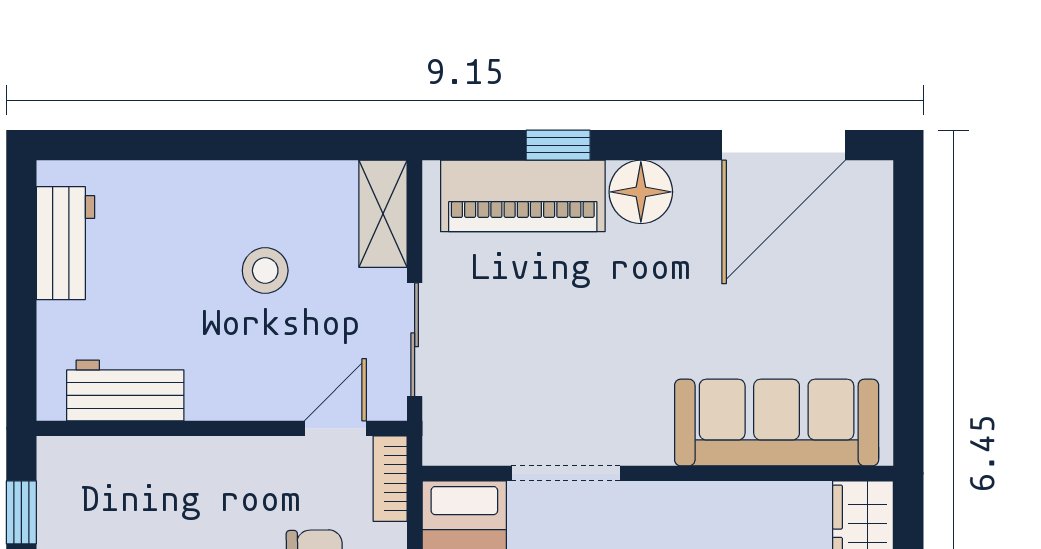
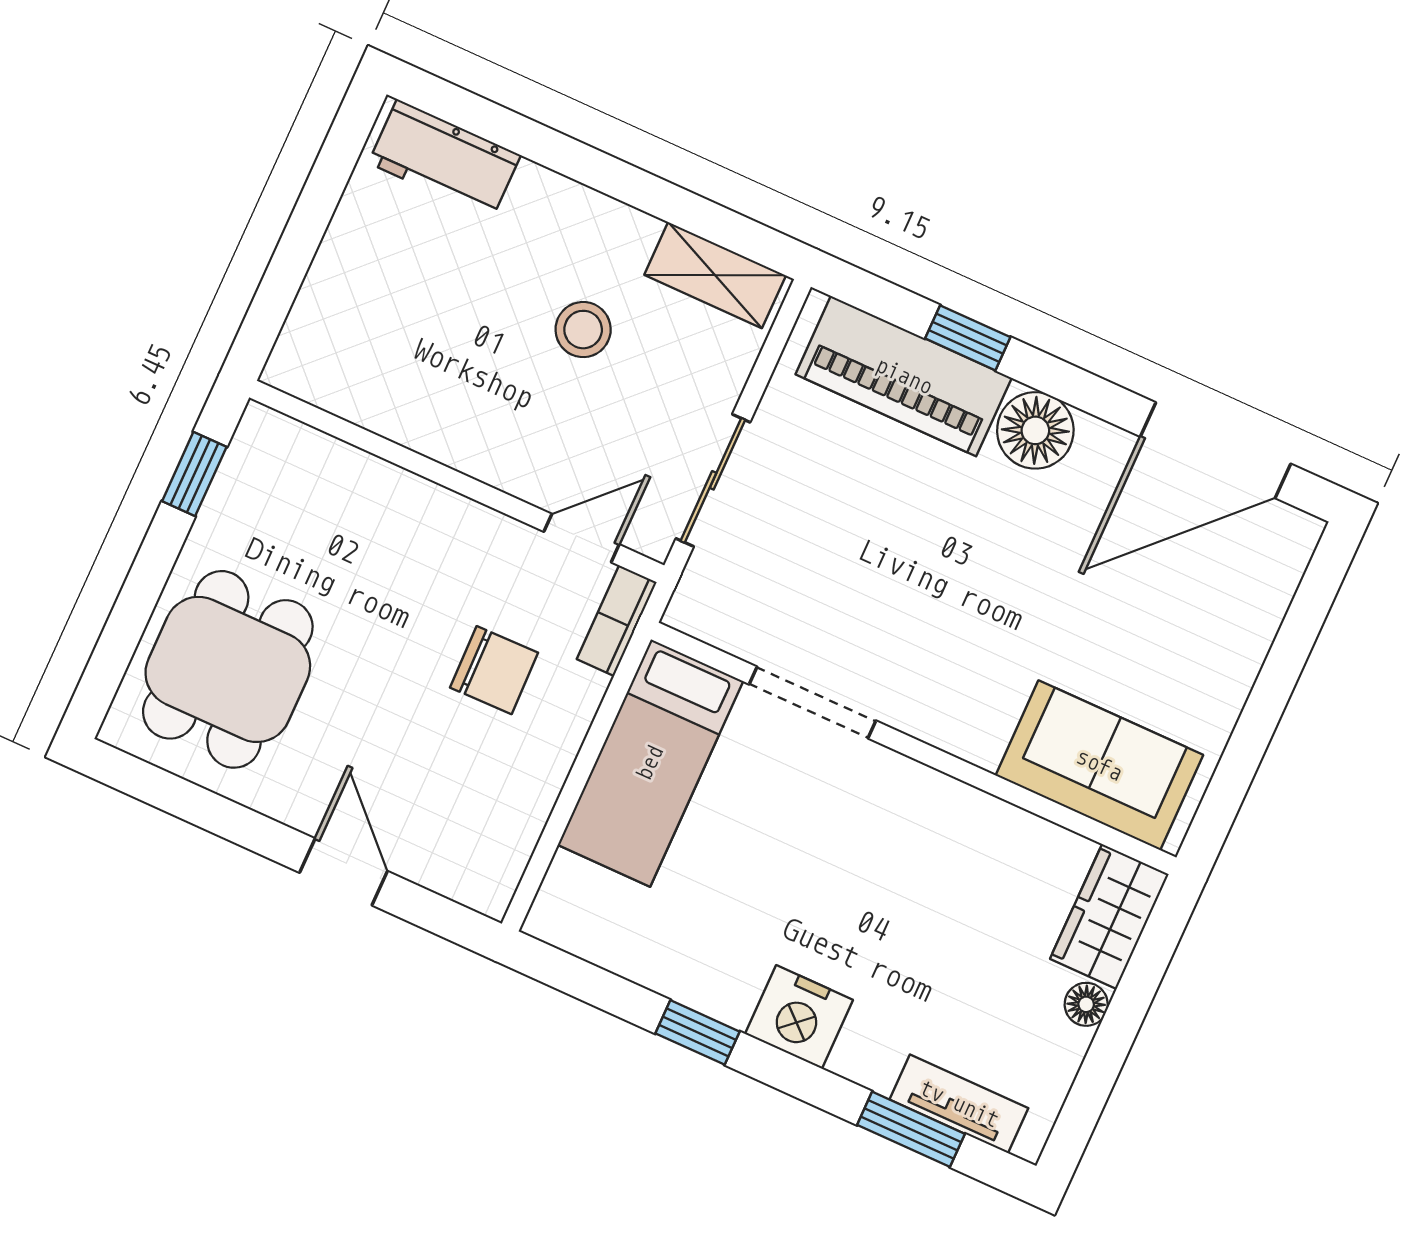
shelving: (383, 214) -> (715, 275), moved, turned 90
workbench: (65, 243) -> (444, 159), moved, turned 90
workbench: (125, 390) -> (369, 392), removed
sofa: (777, 423) -> (1099, 765), width x0.73

